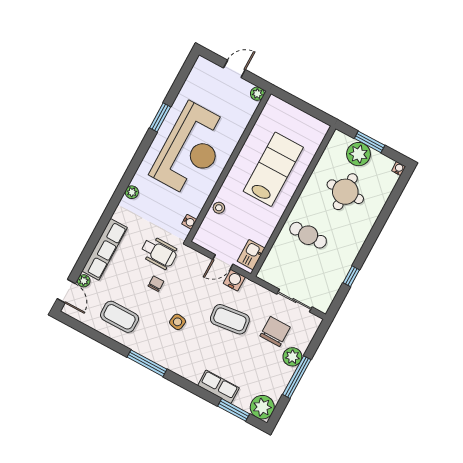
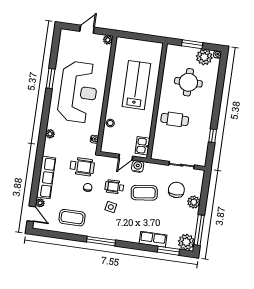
plant: (359, 154) -> (204, 57), moved
wheelchair: (192, 296) -> (114, 187), added
window: (297, 377) -> (199, 230), moved

